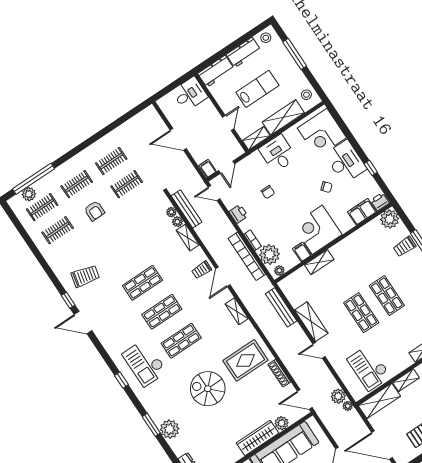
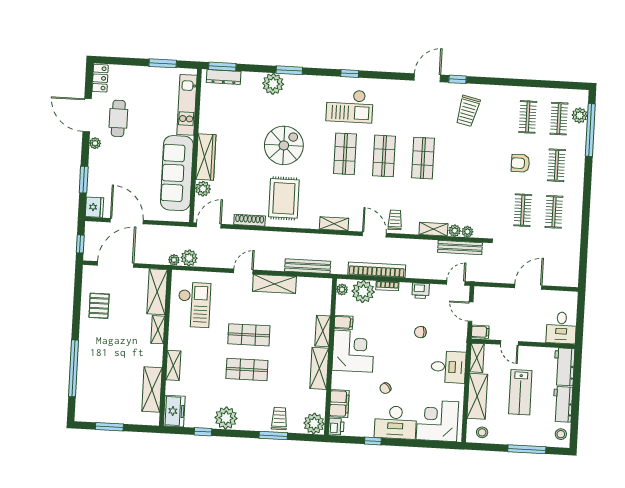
filing cabinet: (208, 168) -> (480, 332), moved
shelving: (348, 245) -> (319, 368), added
checkout: (145, 363) -> (350, 106), turned 180
checkout: (369, 368) -> (194, 305), turned 90

